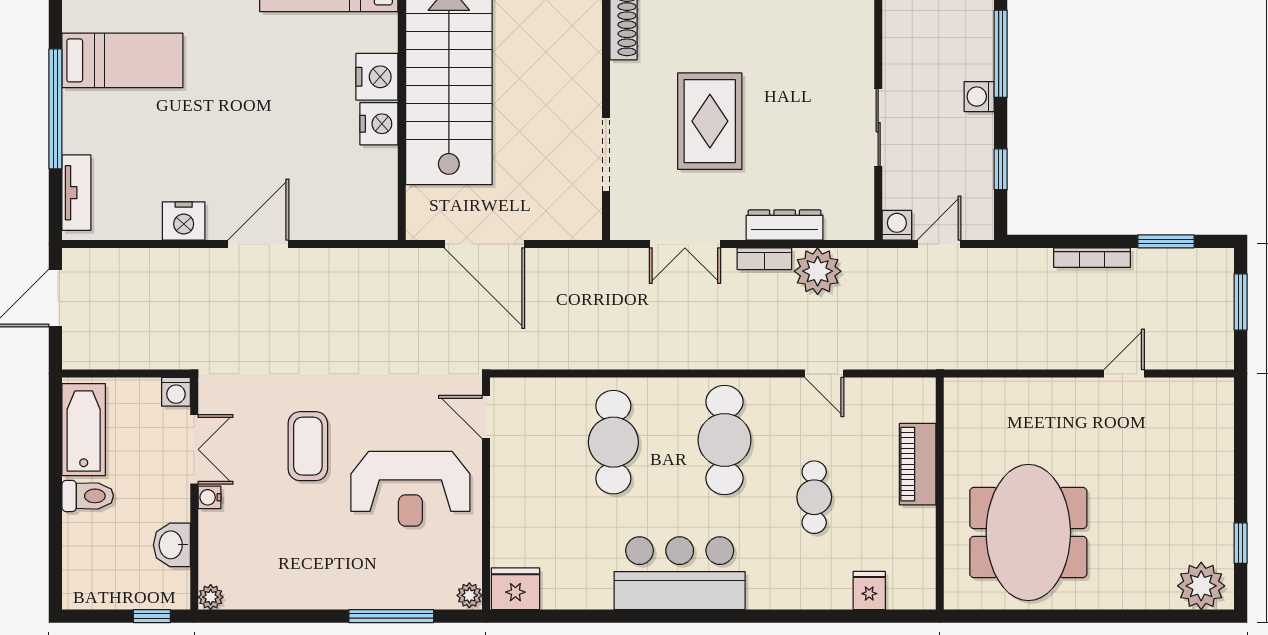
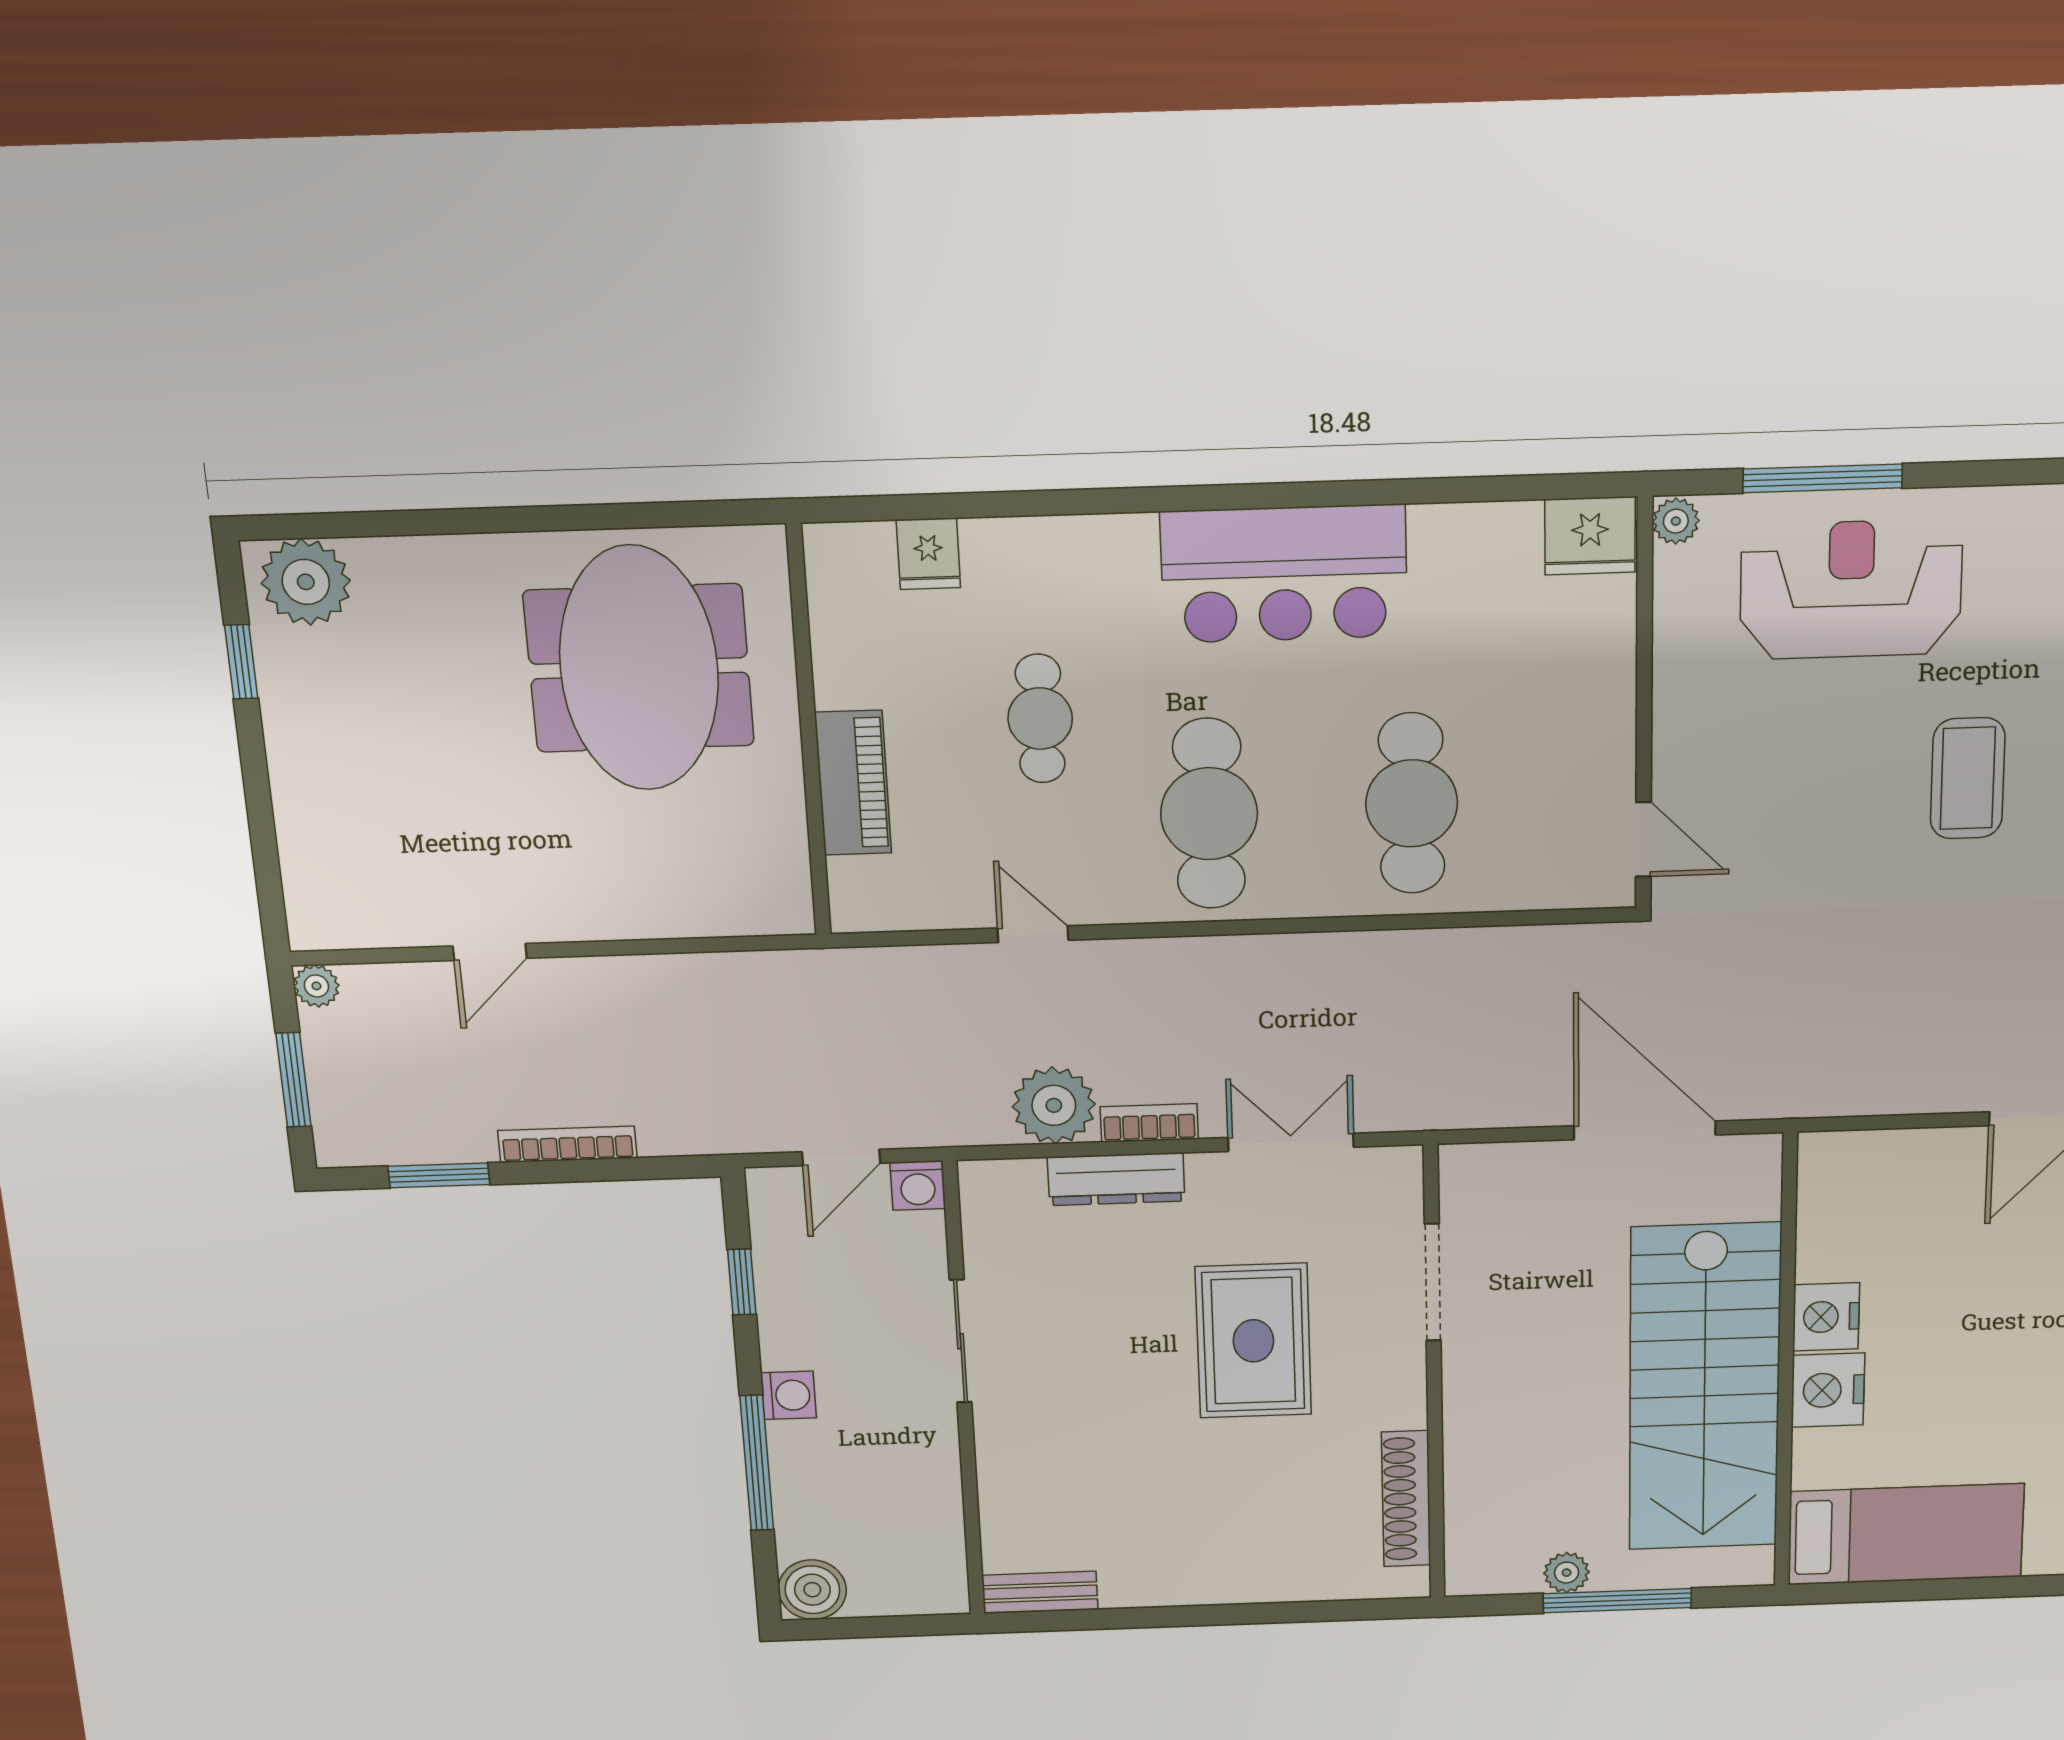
plant: (1222, 357) -> (316, 986), added
reception desk: (410, 489) -> (1851, 589), moved

